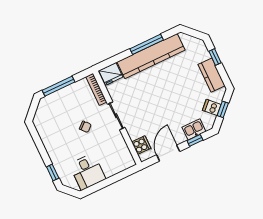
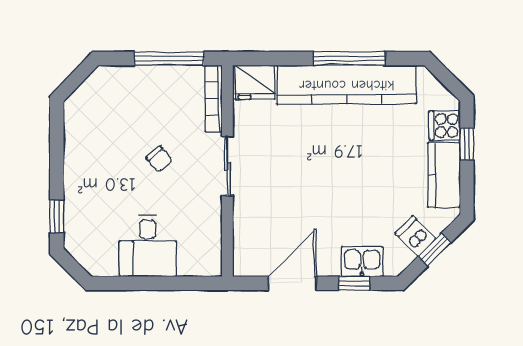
window: (59, 86) -> (169, 58), moved
cooker: (141, 145) -> (445, 126), moved, turned 180
desk: (87, 172) -> (148, 246), moved

